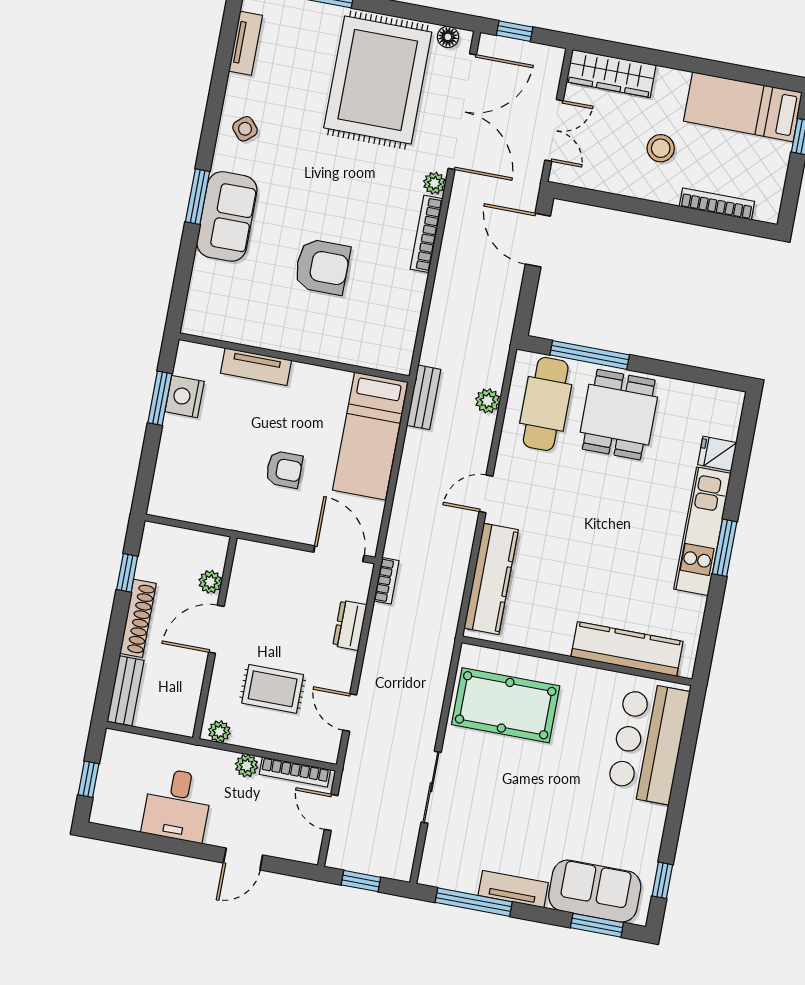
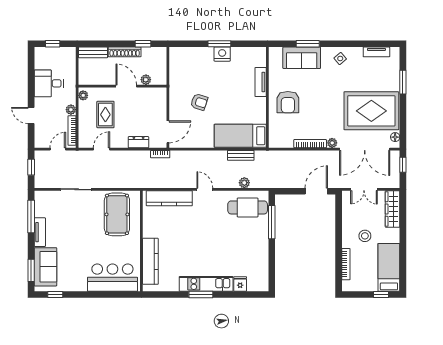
wall: (294, 358) -> (267, 97), moved
tv unit: (256, 367) -> (261, 82), moved
dining table: (619, 415) -> (249, 239), removed
bed: (370, 436) -> (240, 136), moved
armchair: (284, 469) -> (199, 102), turned -72

